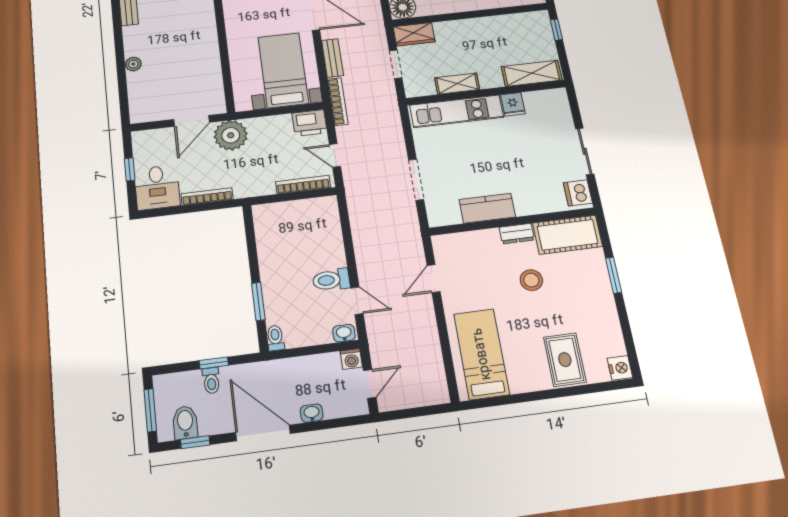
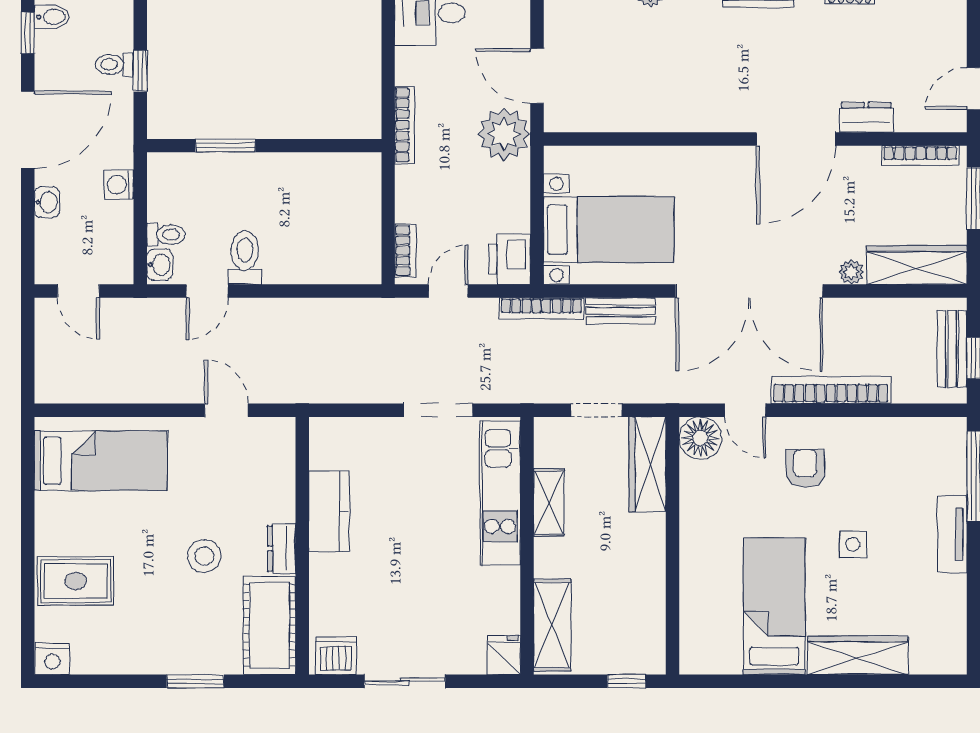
wardrobe: (414, 34) -> (648, 464), width x1.50
fridge: (513, 104) -> (504, 655), moved, turned 90
doorway: (416, 180) -> (438, 410), moved
bookcase: (303, 185) -> (405, 251), width x0.64
bookcase: (207, 197) -> (405, 125), moved
toilet: (275, 338) -> (166, 235), moved
washing machine: (351, 359) -> (119, 185), moved
bidet: (185, 422) -> (52, 17), width x0.72, depth x0.74

